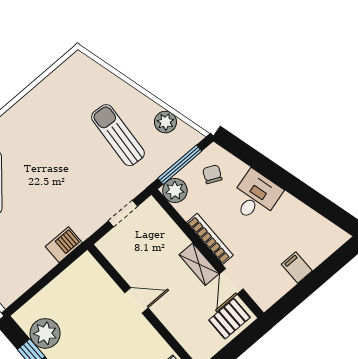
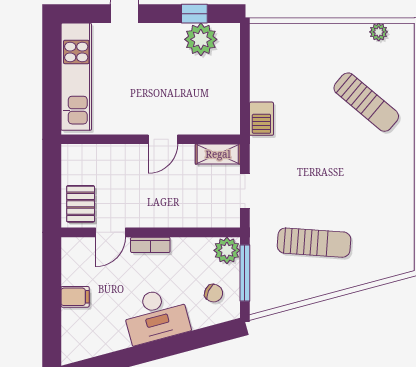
plant: (165, 122) -> (291, 292), removed
desk: (256, 196) -> (156, 316), width x1.37
bookcase: (210, 239) -> (150, 245), width x0.64
shelving: (199, 264) -> (218, 154), moved
door: (231, 281) -> (111, 232), swing flipped

